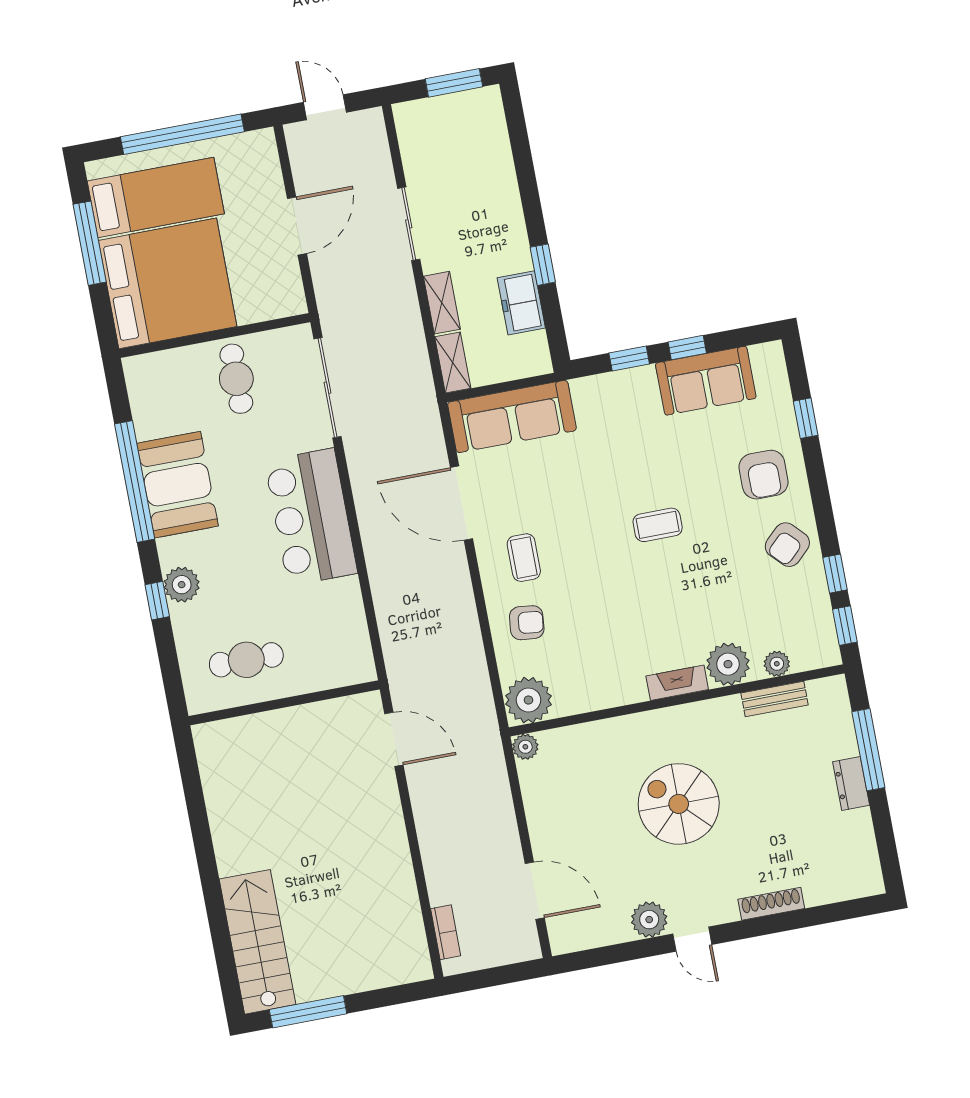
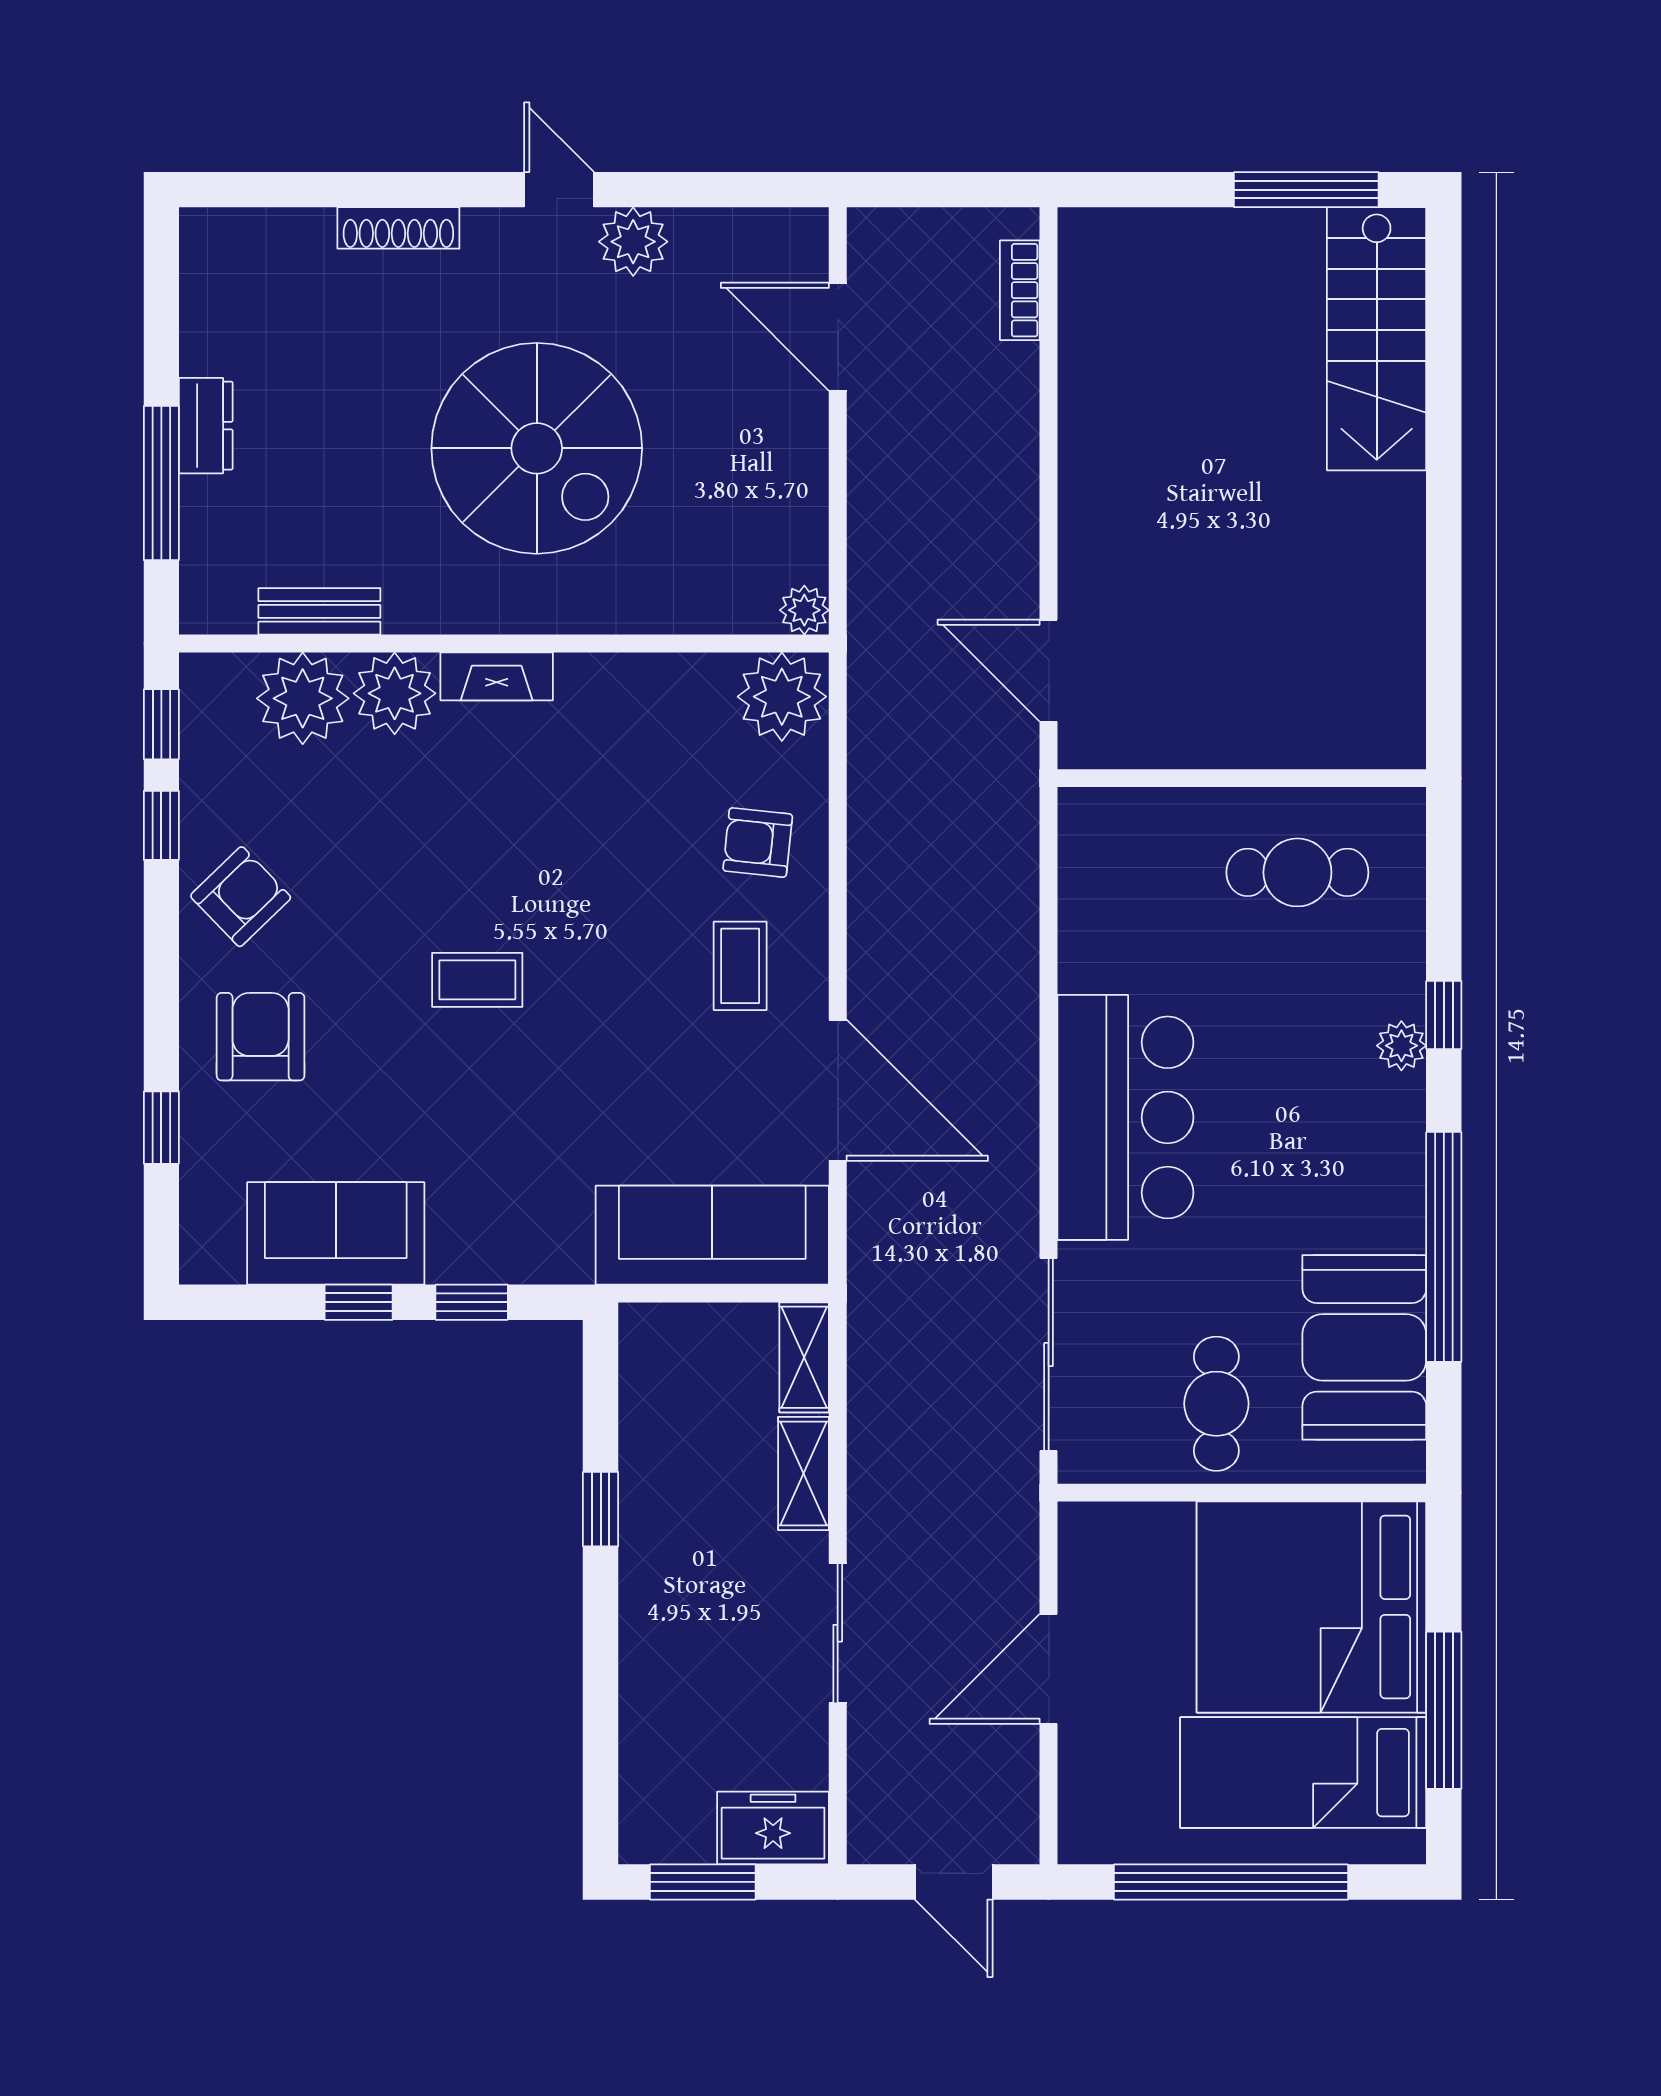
freezer: (521, 303) -> (773, 1828), moved, turned -90
booth: (178, 485) -> (1364, 1347), moved
plant: (182, 585) -> (1401, 1046), width x0.73, depth x0.73
plant: (777, 664) -> (303, 698), width x1.87, depth x1.87
spiral stairs: (679, 804) -> (537, 448), width x1.37, depth x1.37

